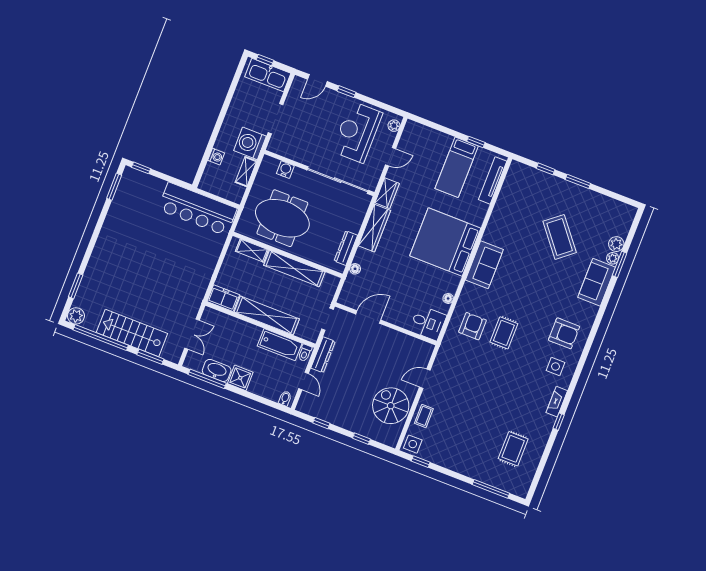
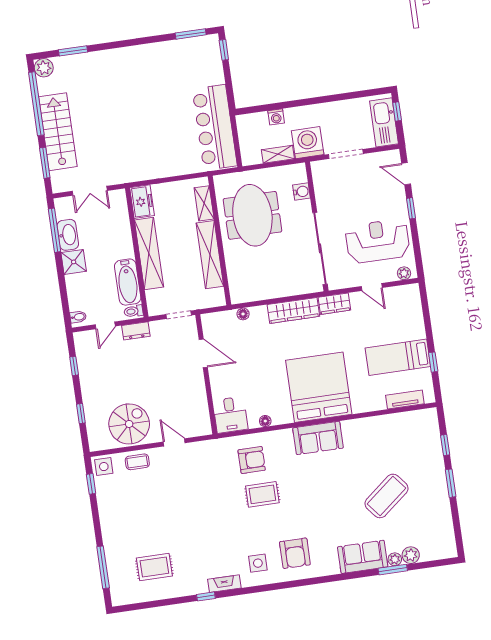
tv unit: (493, 180) -> (405, 400), width x0.71
dresser: (346, 248) -> (258, 294), removed
dresser: (323, 355) -> (136, 331), width x0.70

